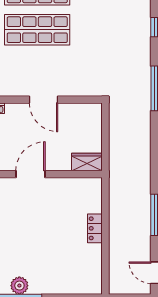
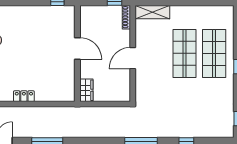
locker: (95, 228) -> (24, 96), moved

